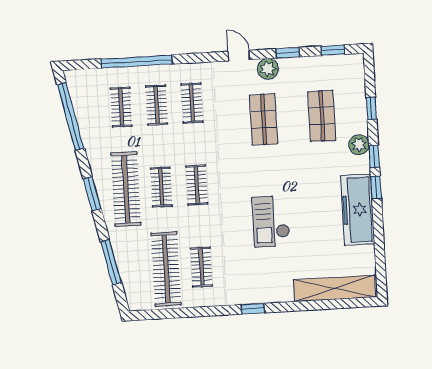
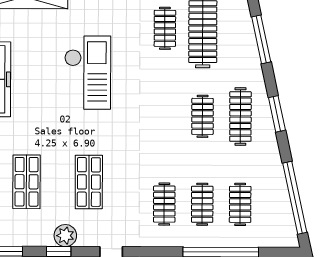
plant: (268, 69) -> (65, 236), moved
clothes rail: (197, 185) -> (165, 116), removed
clothes rail: (126, 189) -> (240, 116), width x0.73, depth x0.76
checkout: (271, 221) -> (88, 73), width x1.36, depth x1.21

